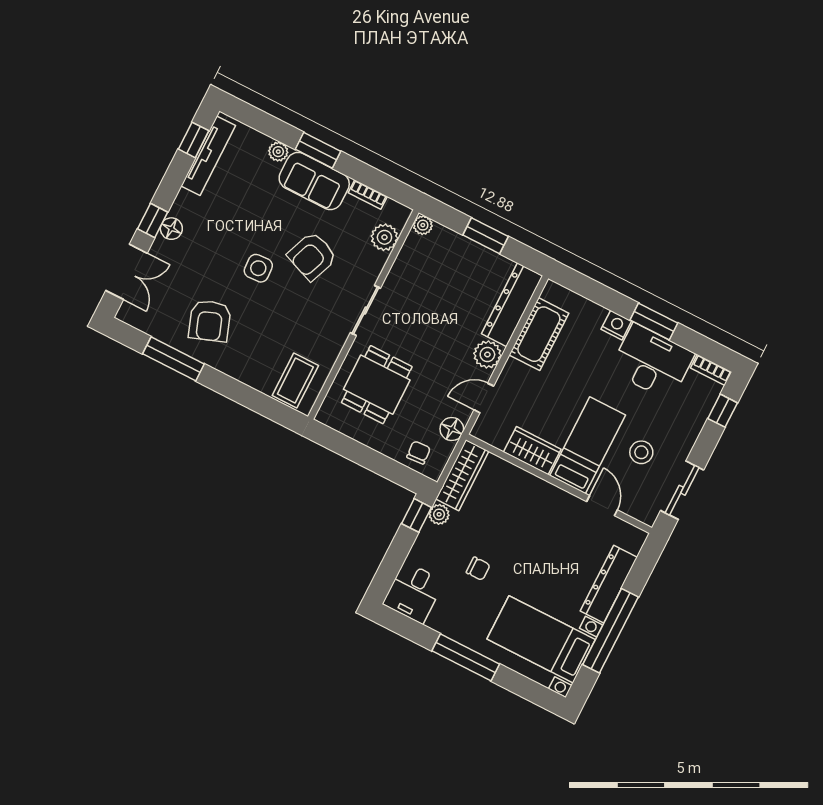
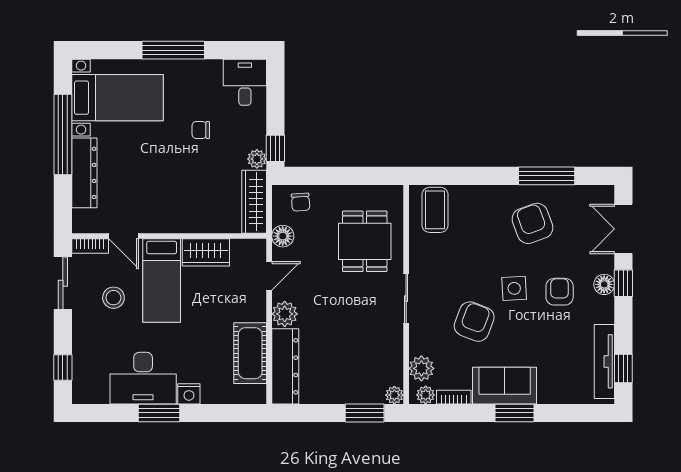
plant: (278, 152) -> (426, 395), moved
window: (486, 236) -> (365, 413), moved
armchair: (217, 243) -> (560, 292), added
bookcase: (711, 370) -> (90, 246), moved, turned 180

